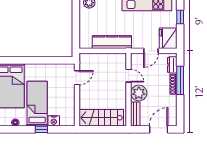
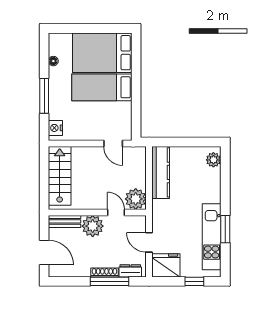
kitchen counter: (112, 42) -> (161, 172), moved
plant: (118, 61) -> (136, 199), added
door: (129, 76) -> (116, 212), swing flipped
bed: (37, 104) -> (102, 87), moved, turned 180
nightstand: (54, 121) -> (55, 128), moved
window: (41, 129) -> (44, 96), width x2.17

